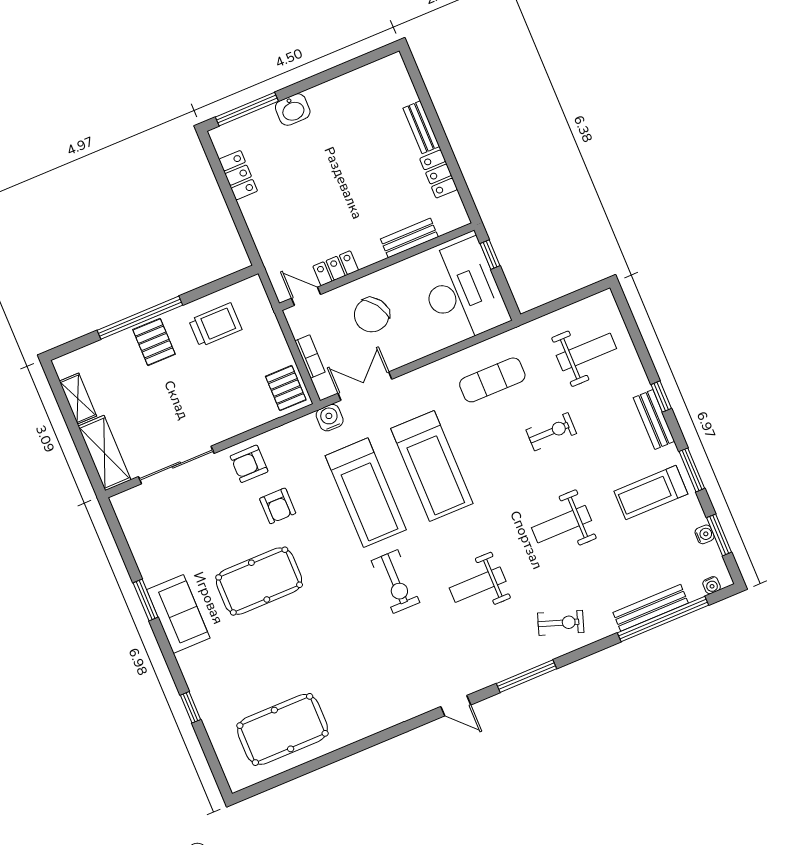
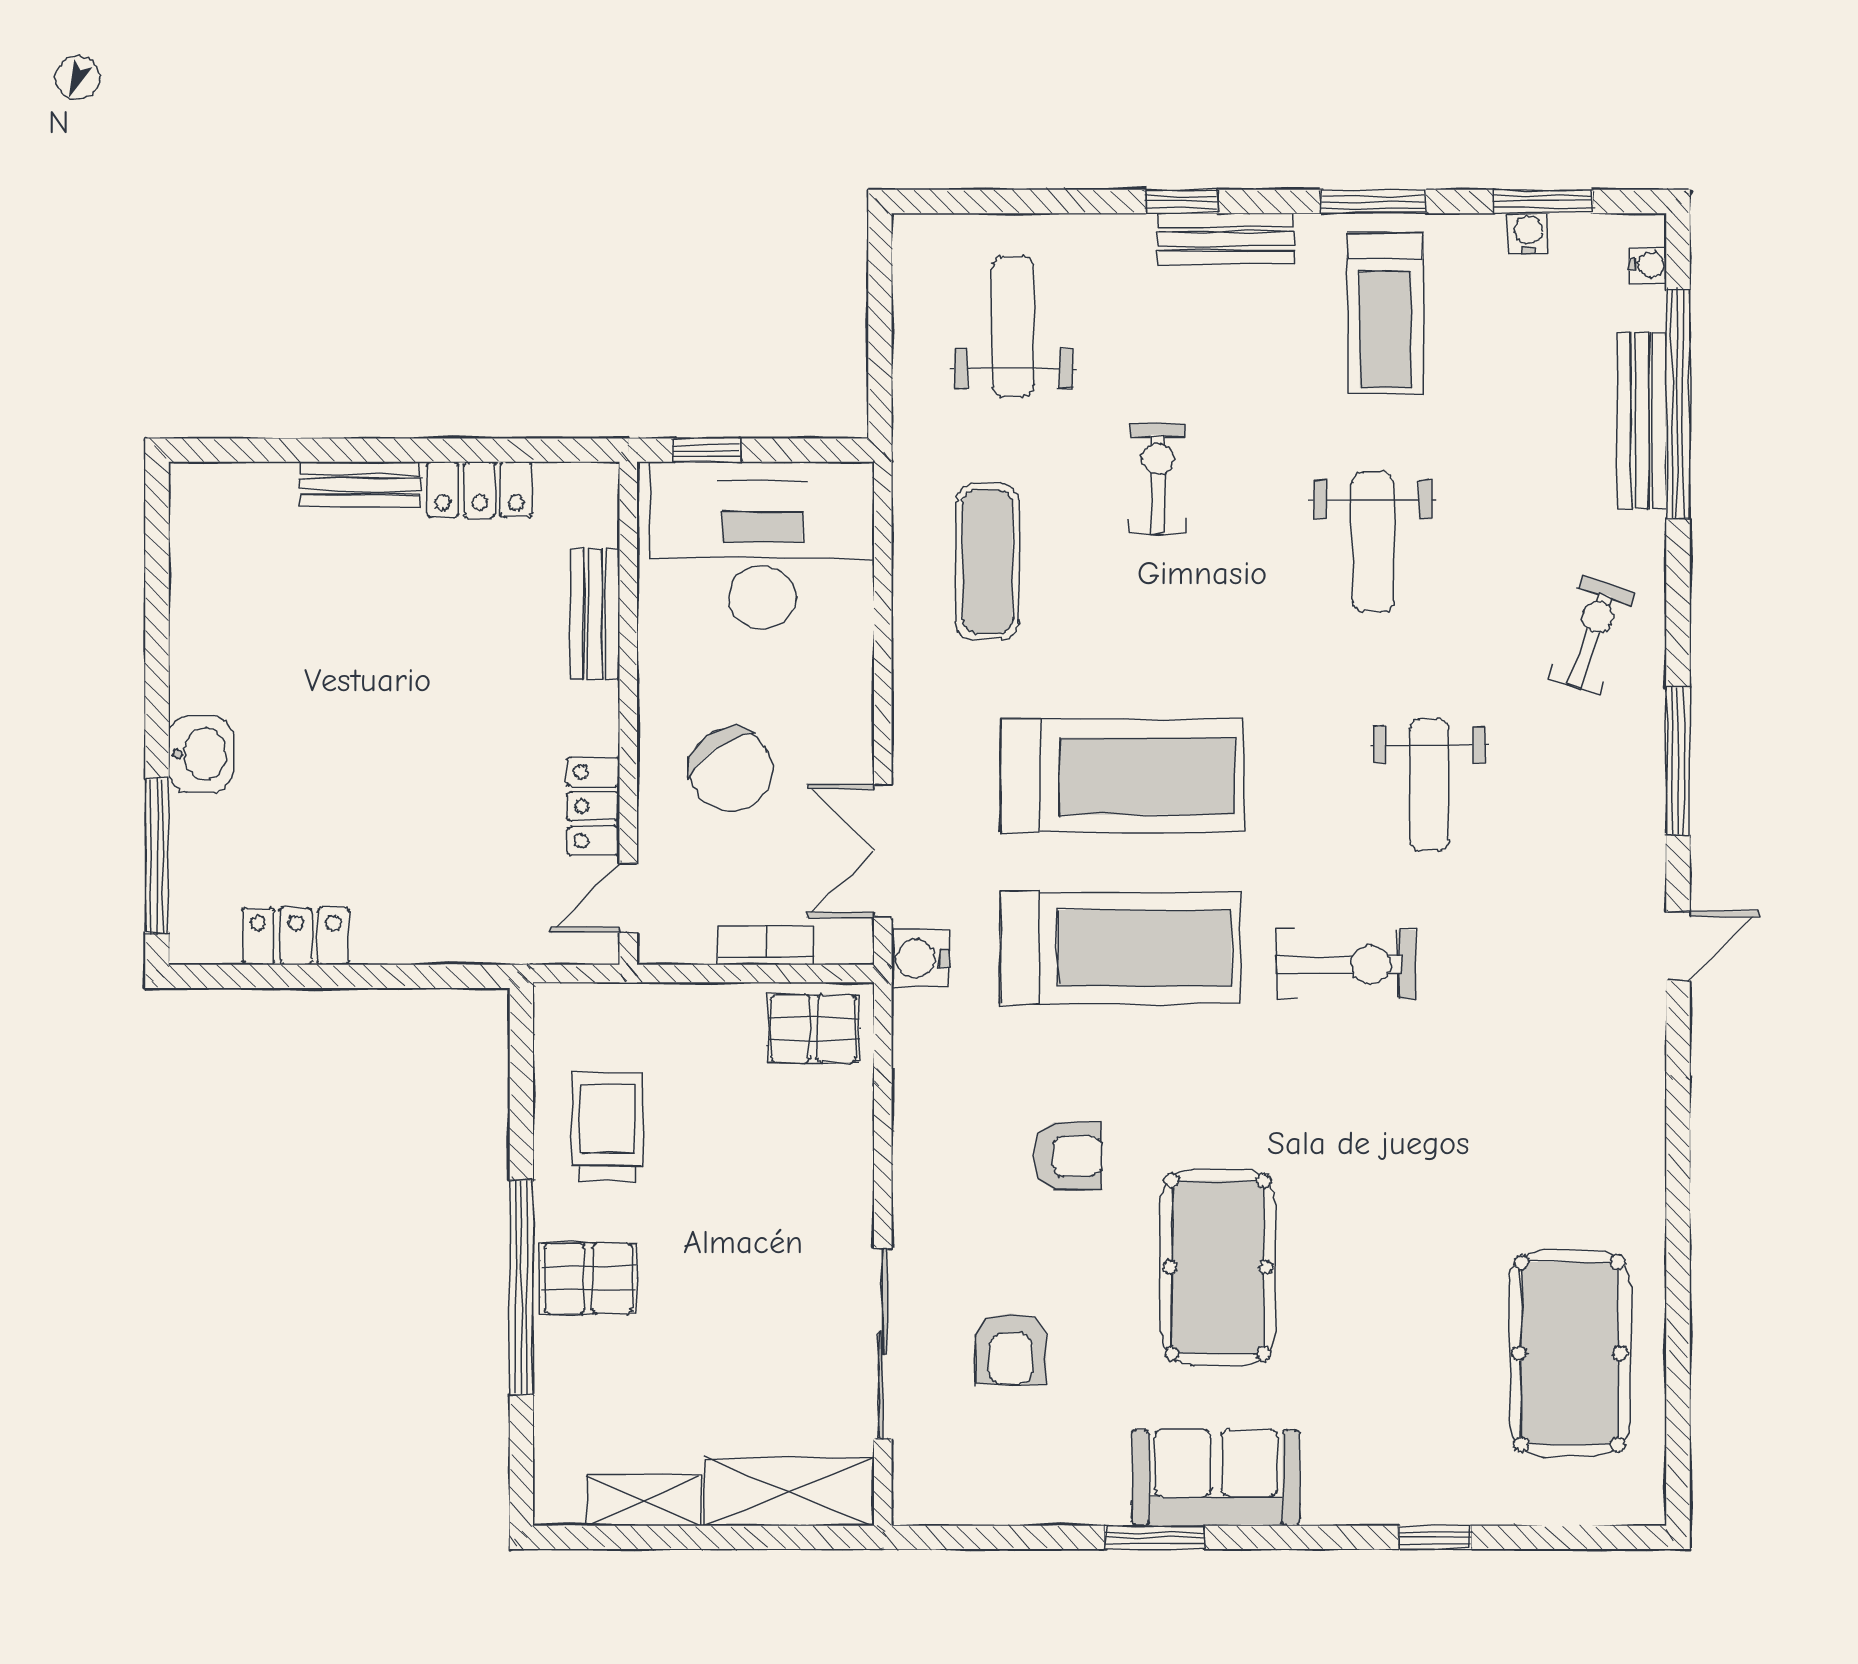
armchair: (249, 464) -> (1011, 1349), moved

